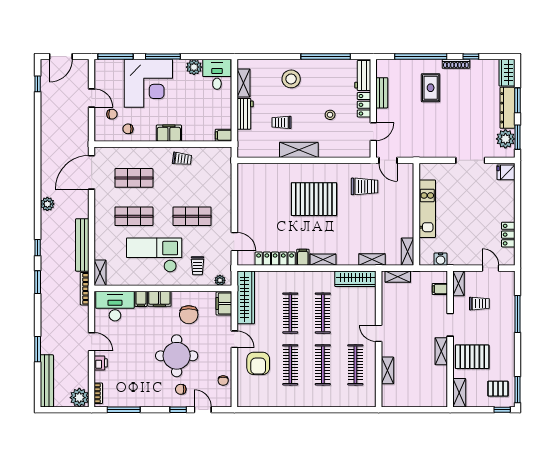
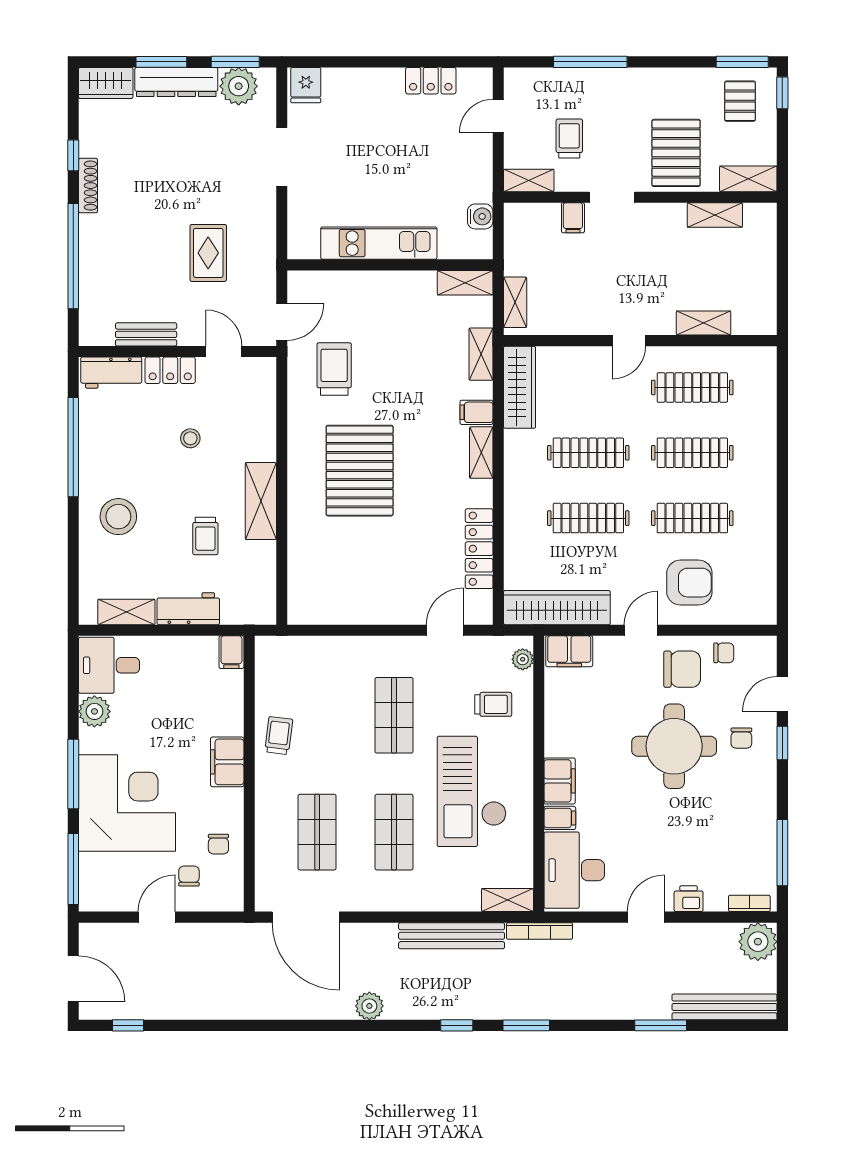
rug: (431, 88) -> (208, 253), moved, turned 90
filing cabinet: (303, 257) -> (476, 412), moved
filing cabinet: (440, 289) -> (573, 218), moved
chair: (189, 315) -> (682, 669), moved
shelving: (441, 351) -> (715, 215), moved

